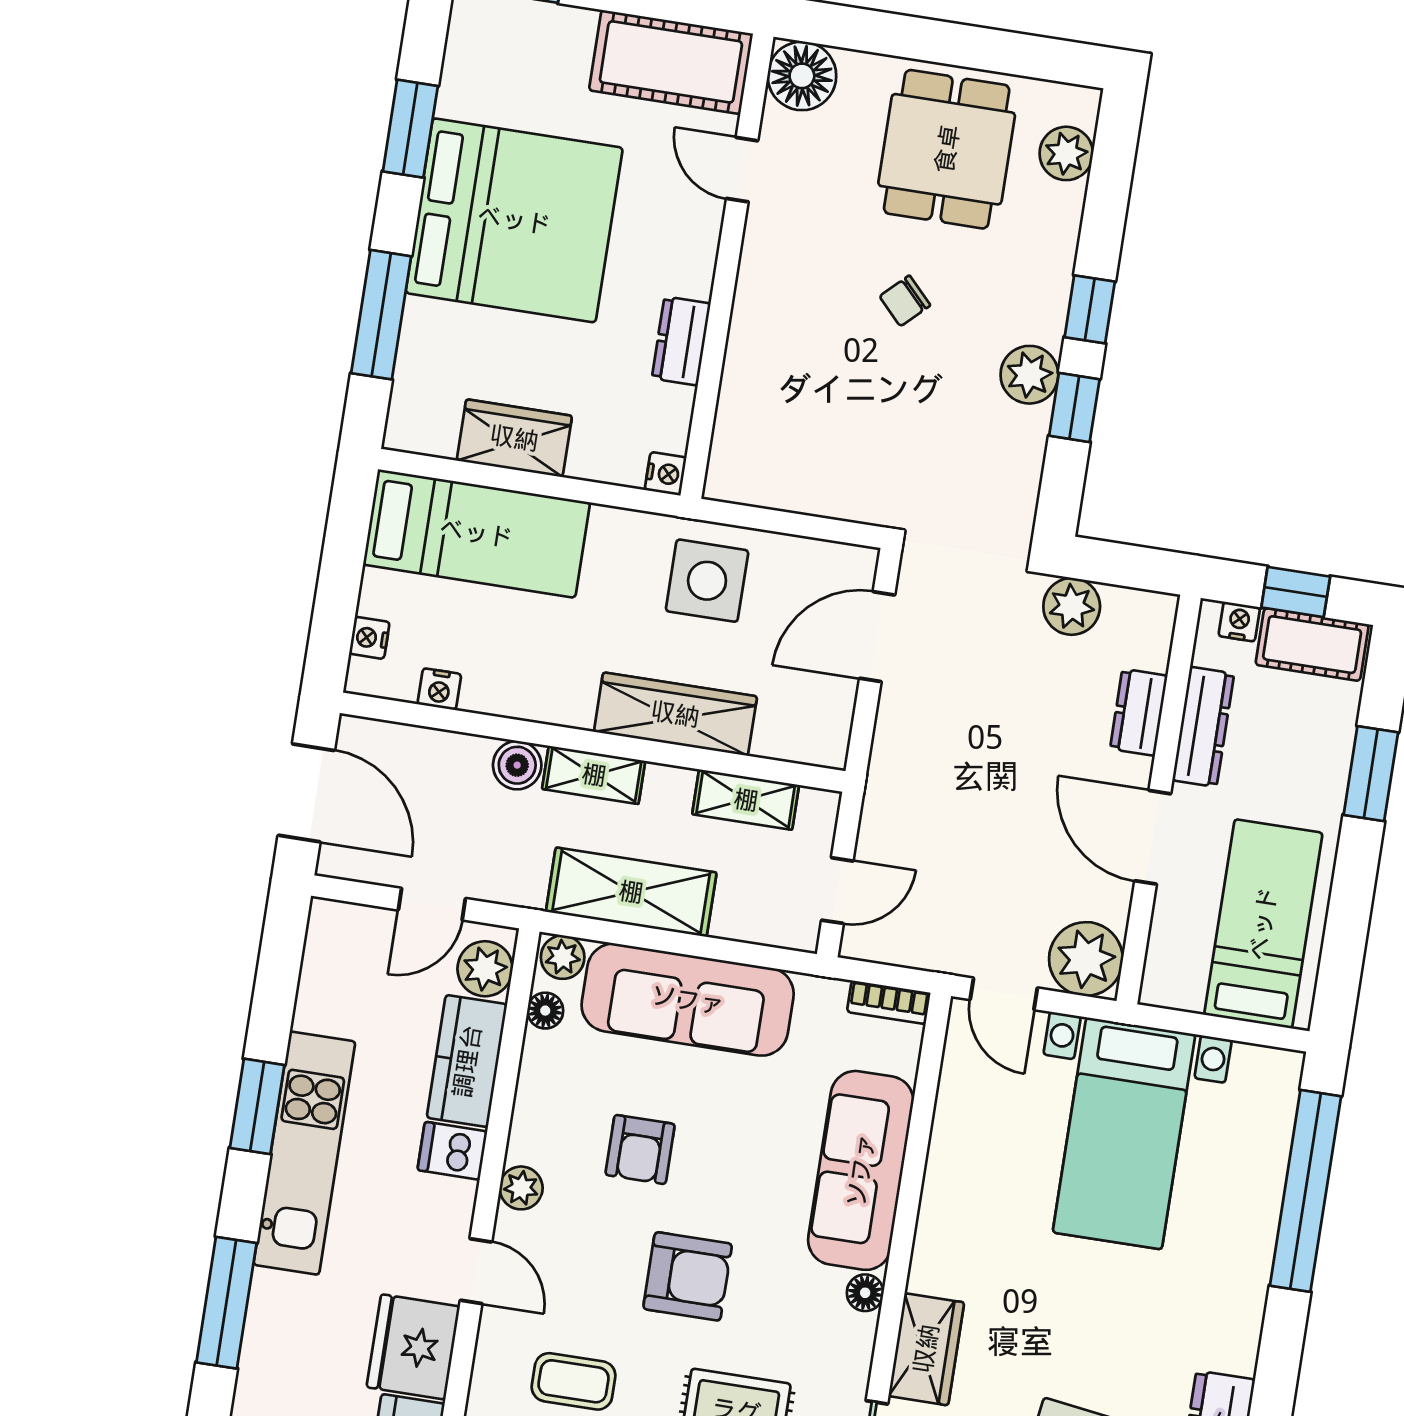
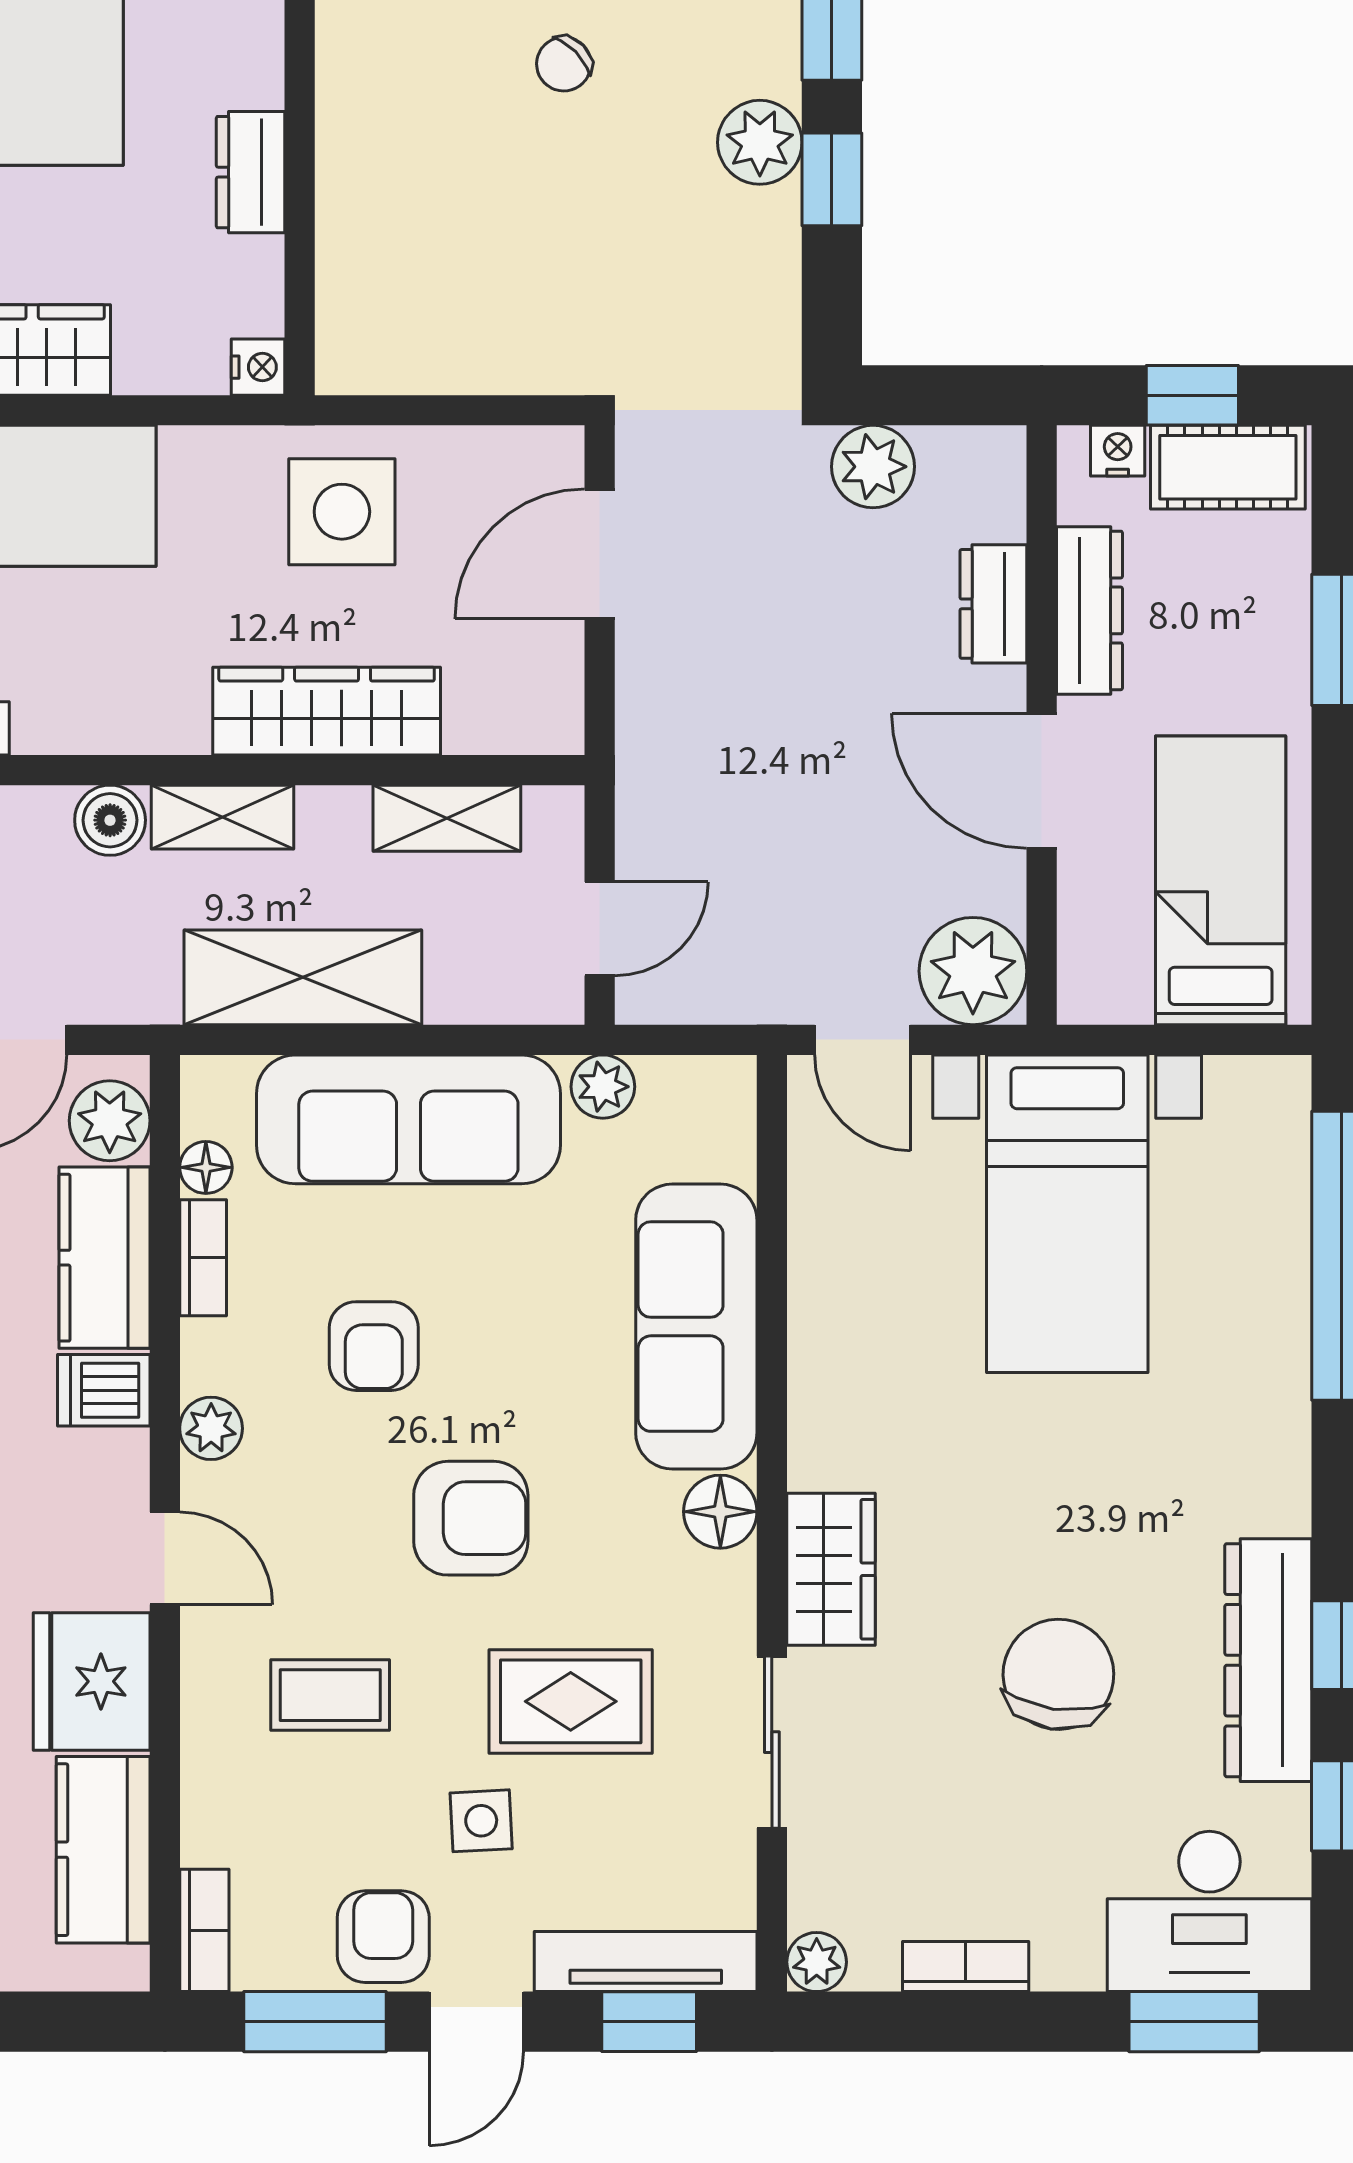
plant: (563, 957) -> (603, 1087), moved
bookcase: (889, 1002) -> (203, 1258), moved, turned -90
floor lamp: (865, 1293) -> (720, 1512), width x1.37, depth x1.37

